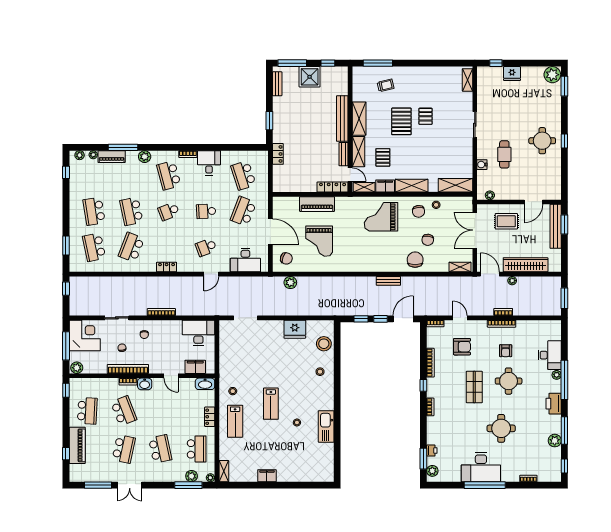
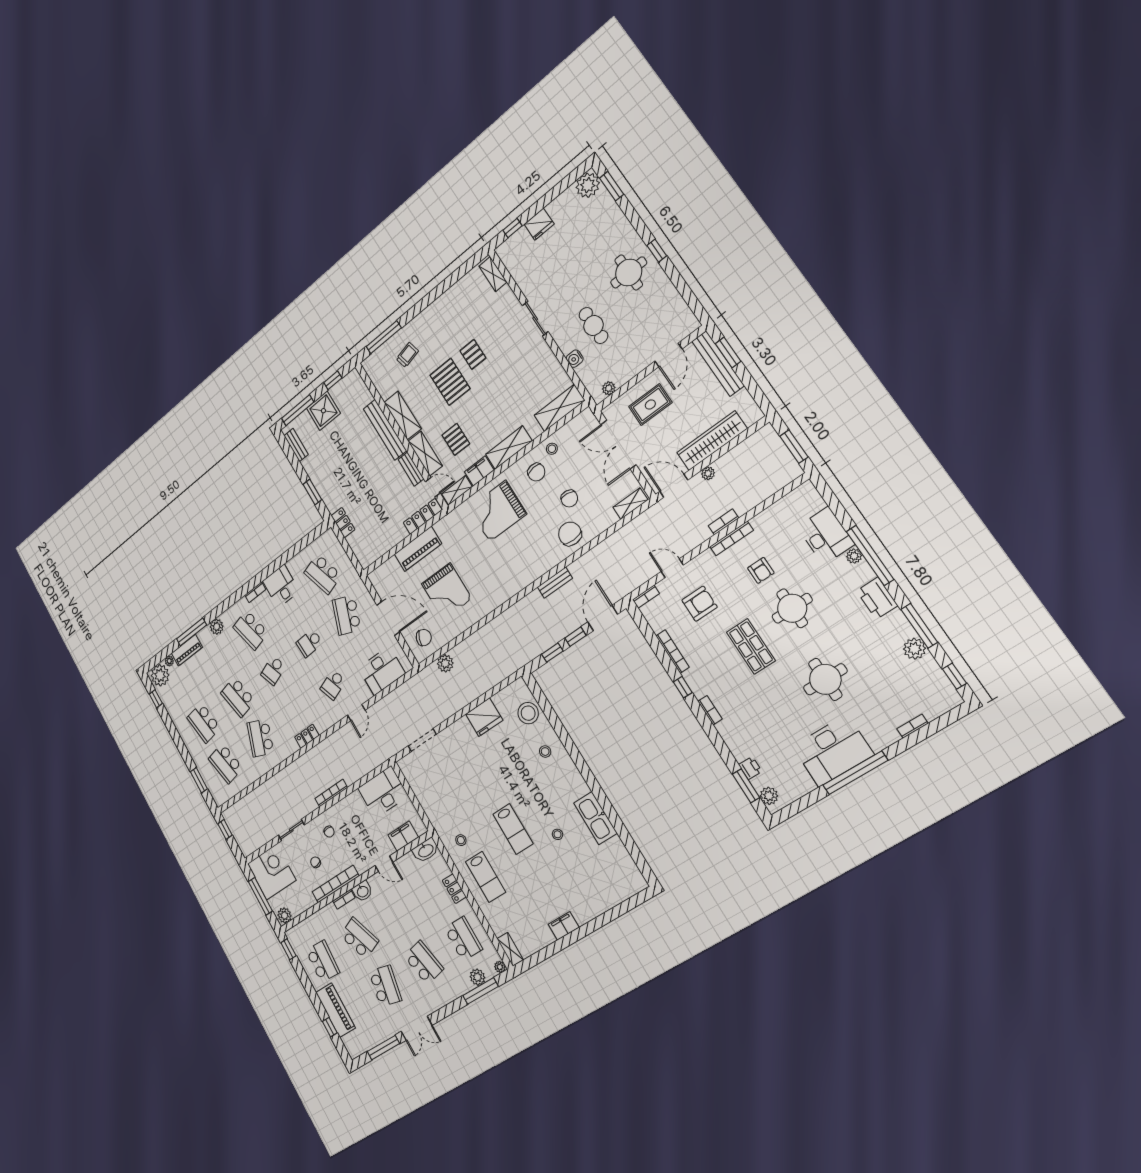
plant: (80, 155) -> (160, 675), width x1.87, depth x1.87

